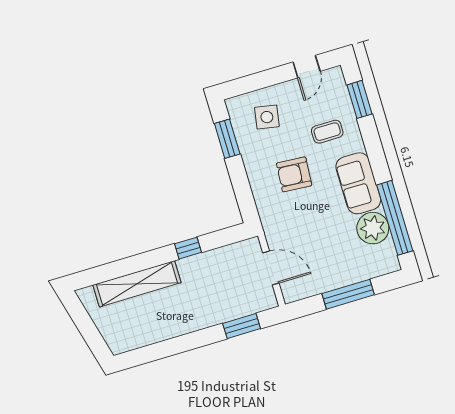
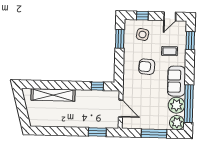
window: (255, 82) -> (142, 16), added
window: (188, 248) -> (97, 86), moved
plant: (384, 260) -> (177, 123), added

